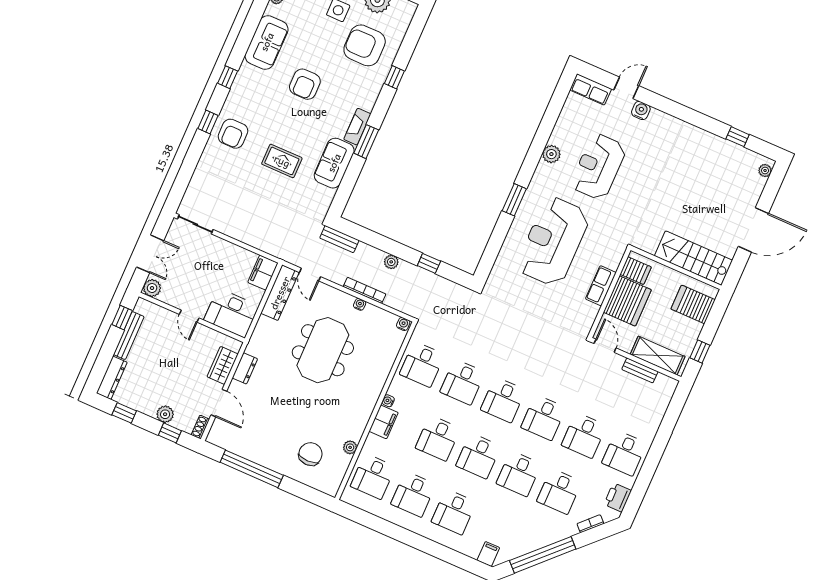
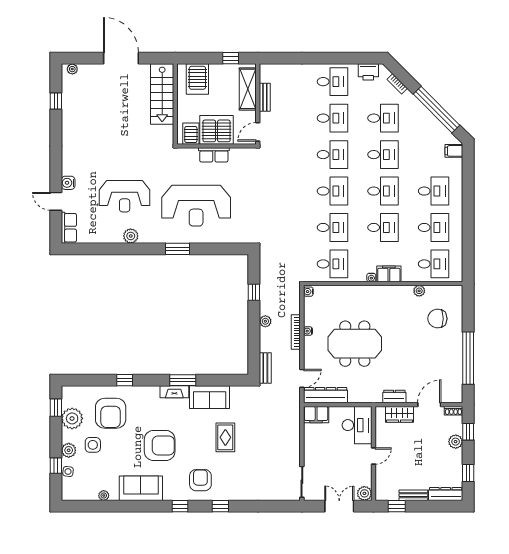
armchair: (305, 84) -> (160, 445), width x1.36, depth x1.36
armchair: (233, 134) -> (200, 480), moved, turned -90
bench: (129, 336) -> (413, 495), width x0.73

